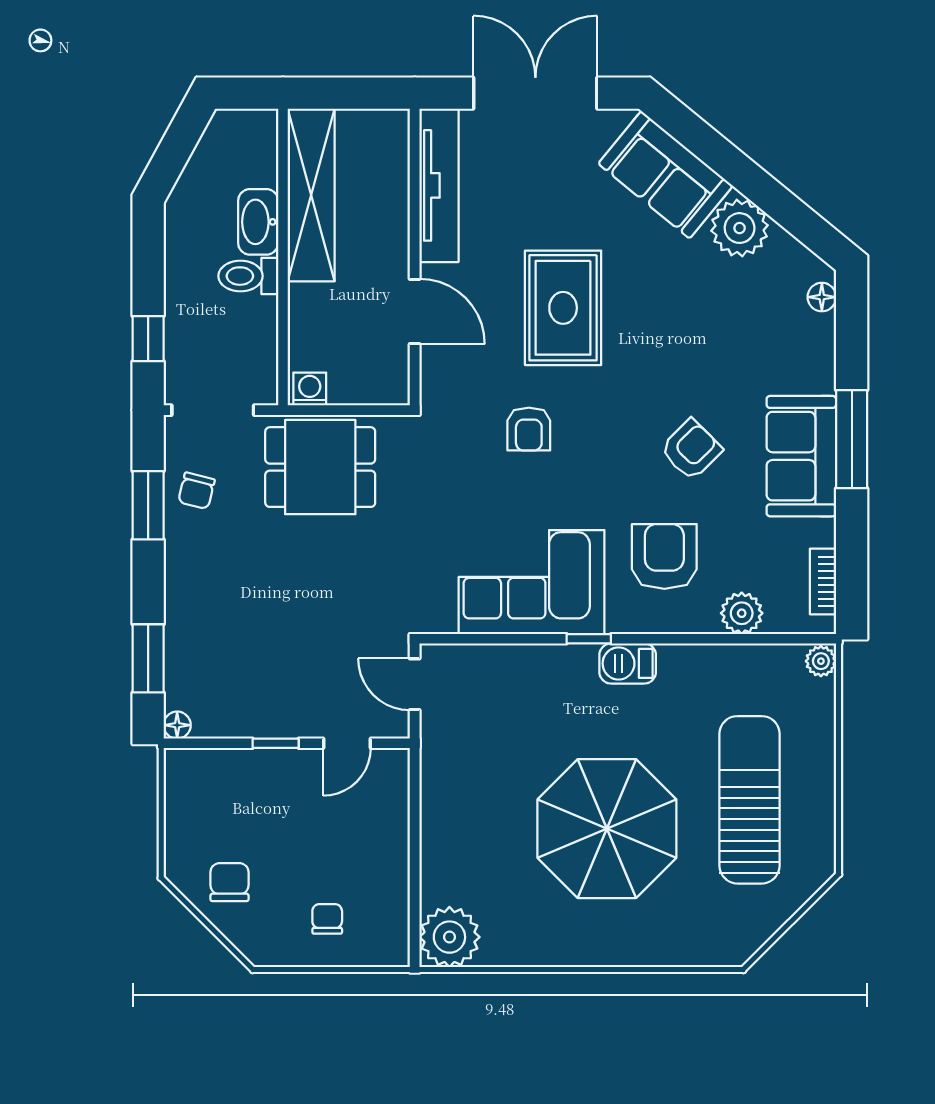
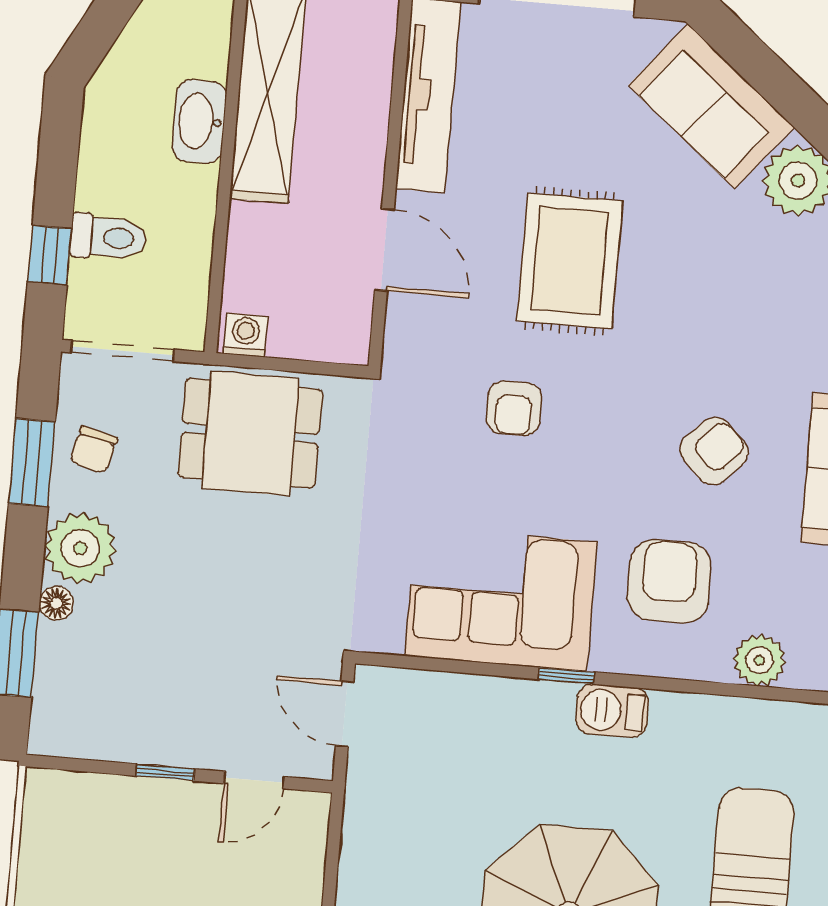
toilet: (248, 276) -> (108, 237), moved, turned 180
plant: (193, 570) -> (80, 548), added
floor lamp: (177, 725) -> (56, 603), moved

